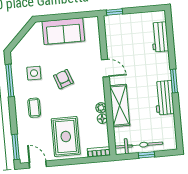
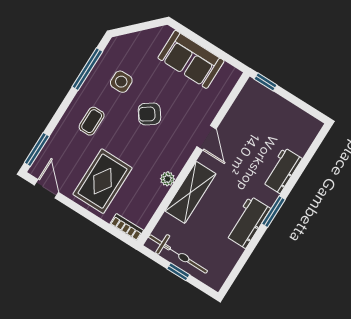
workbench: (160, 37) -> (282, 170), moved
armchair: (63, 79) -> (149, 114), turned -105
floor lamp: (102, 119) -> (159, 192), removed

